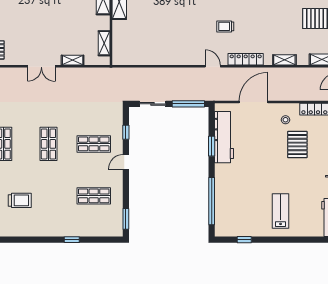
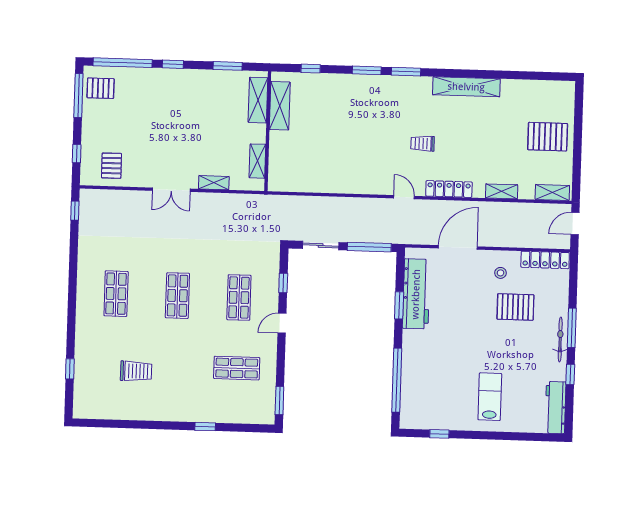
shop shelf: (94, 144) -> (239, 297), turned 90
pallet: (297, 145) -> (515, 307), turned 90

